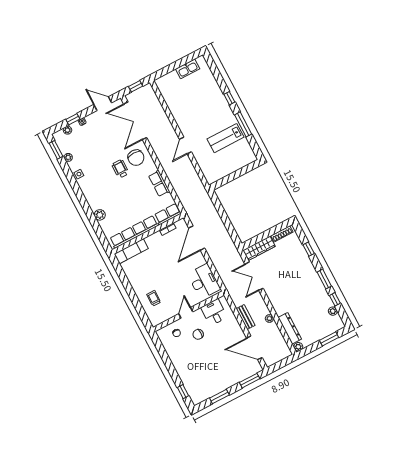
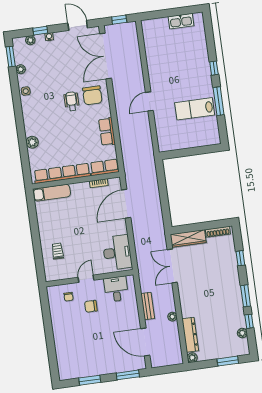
window: (183, 392) -> (53, 361), removed

